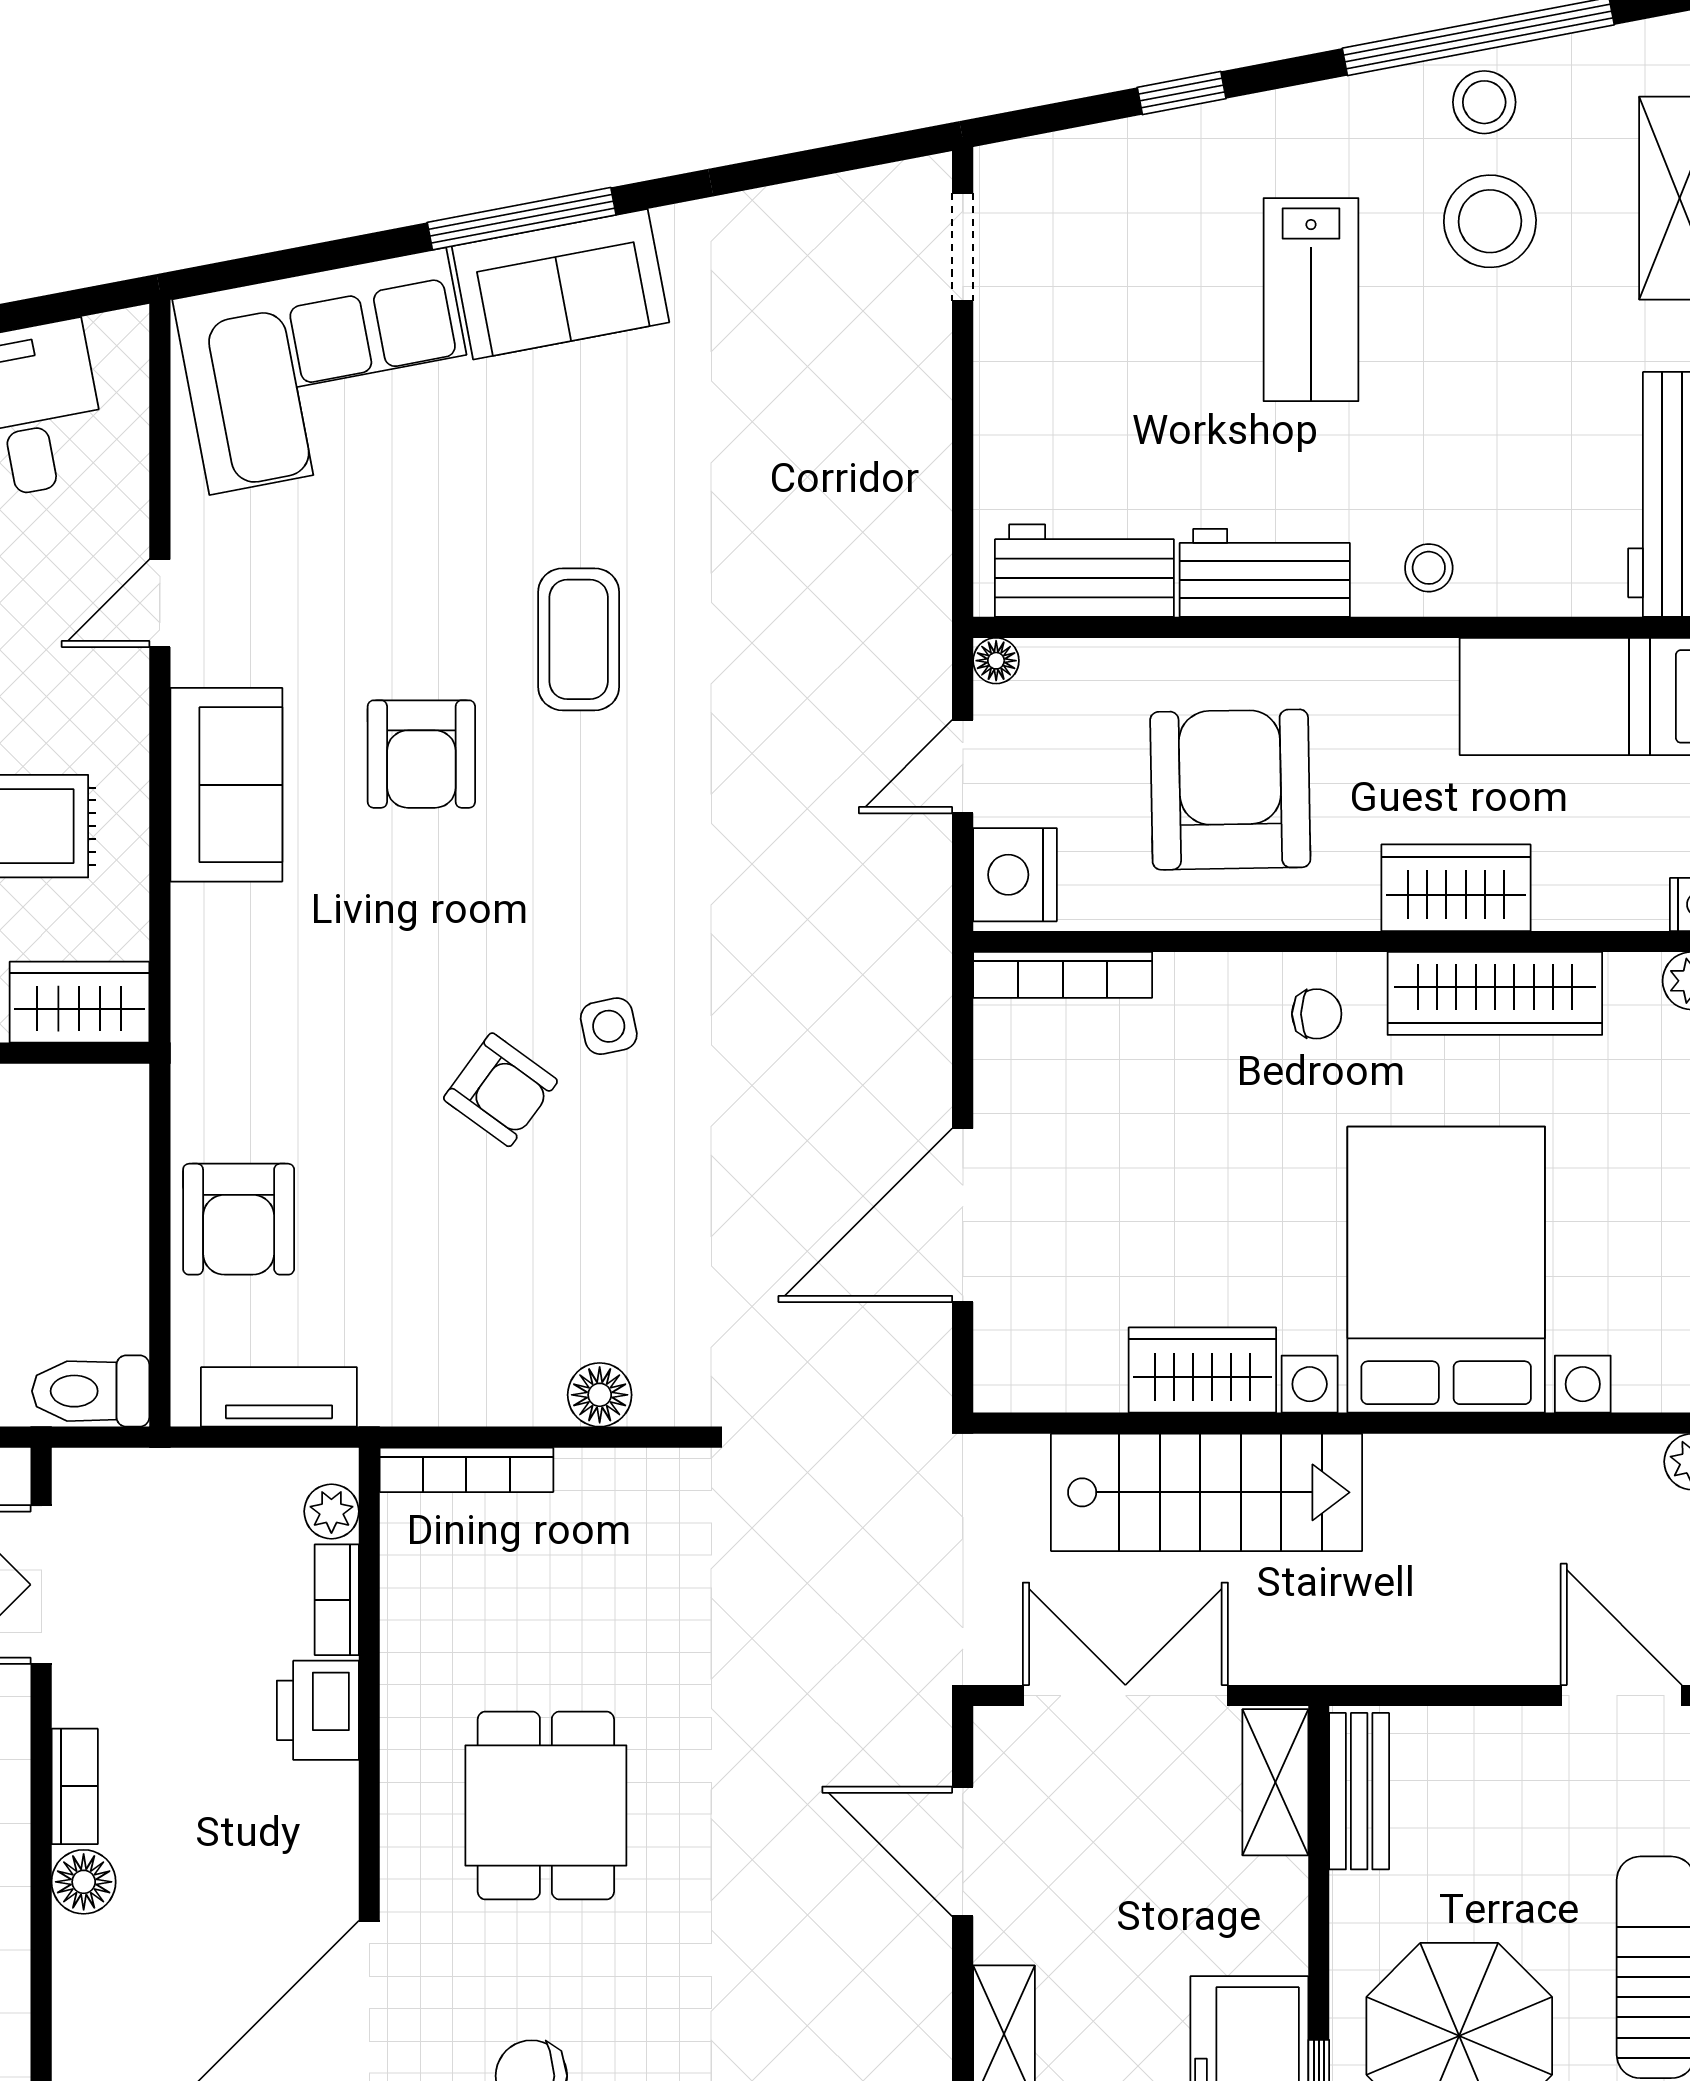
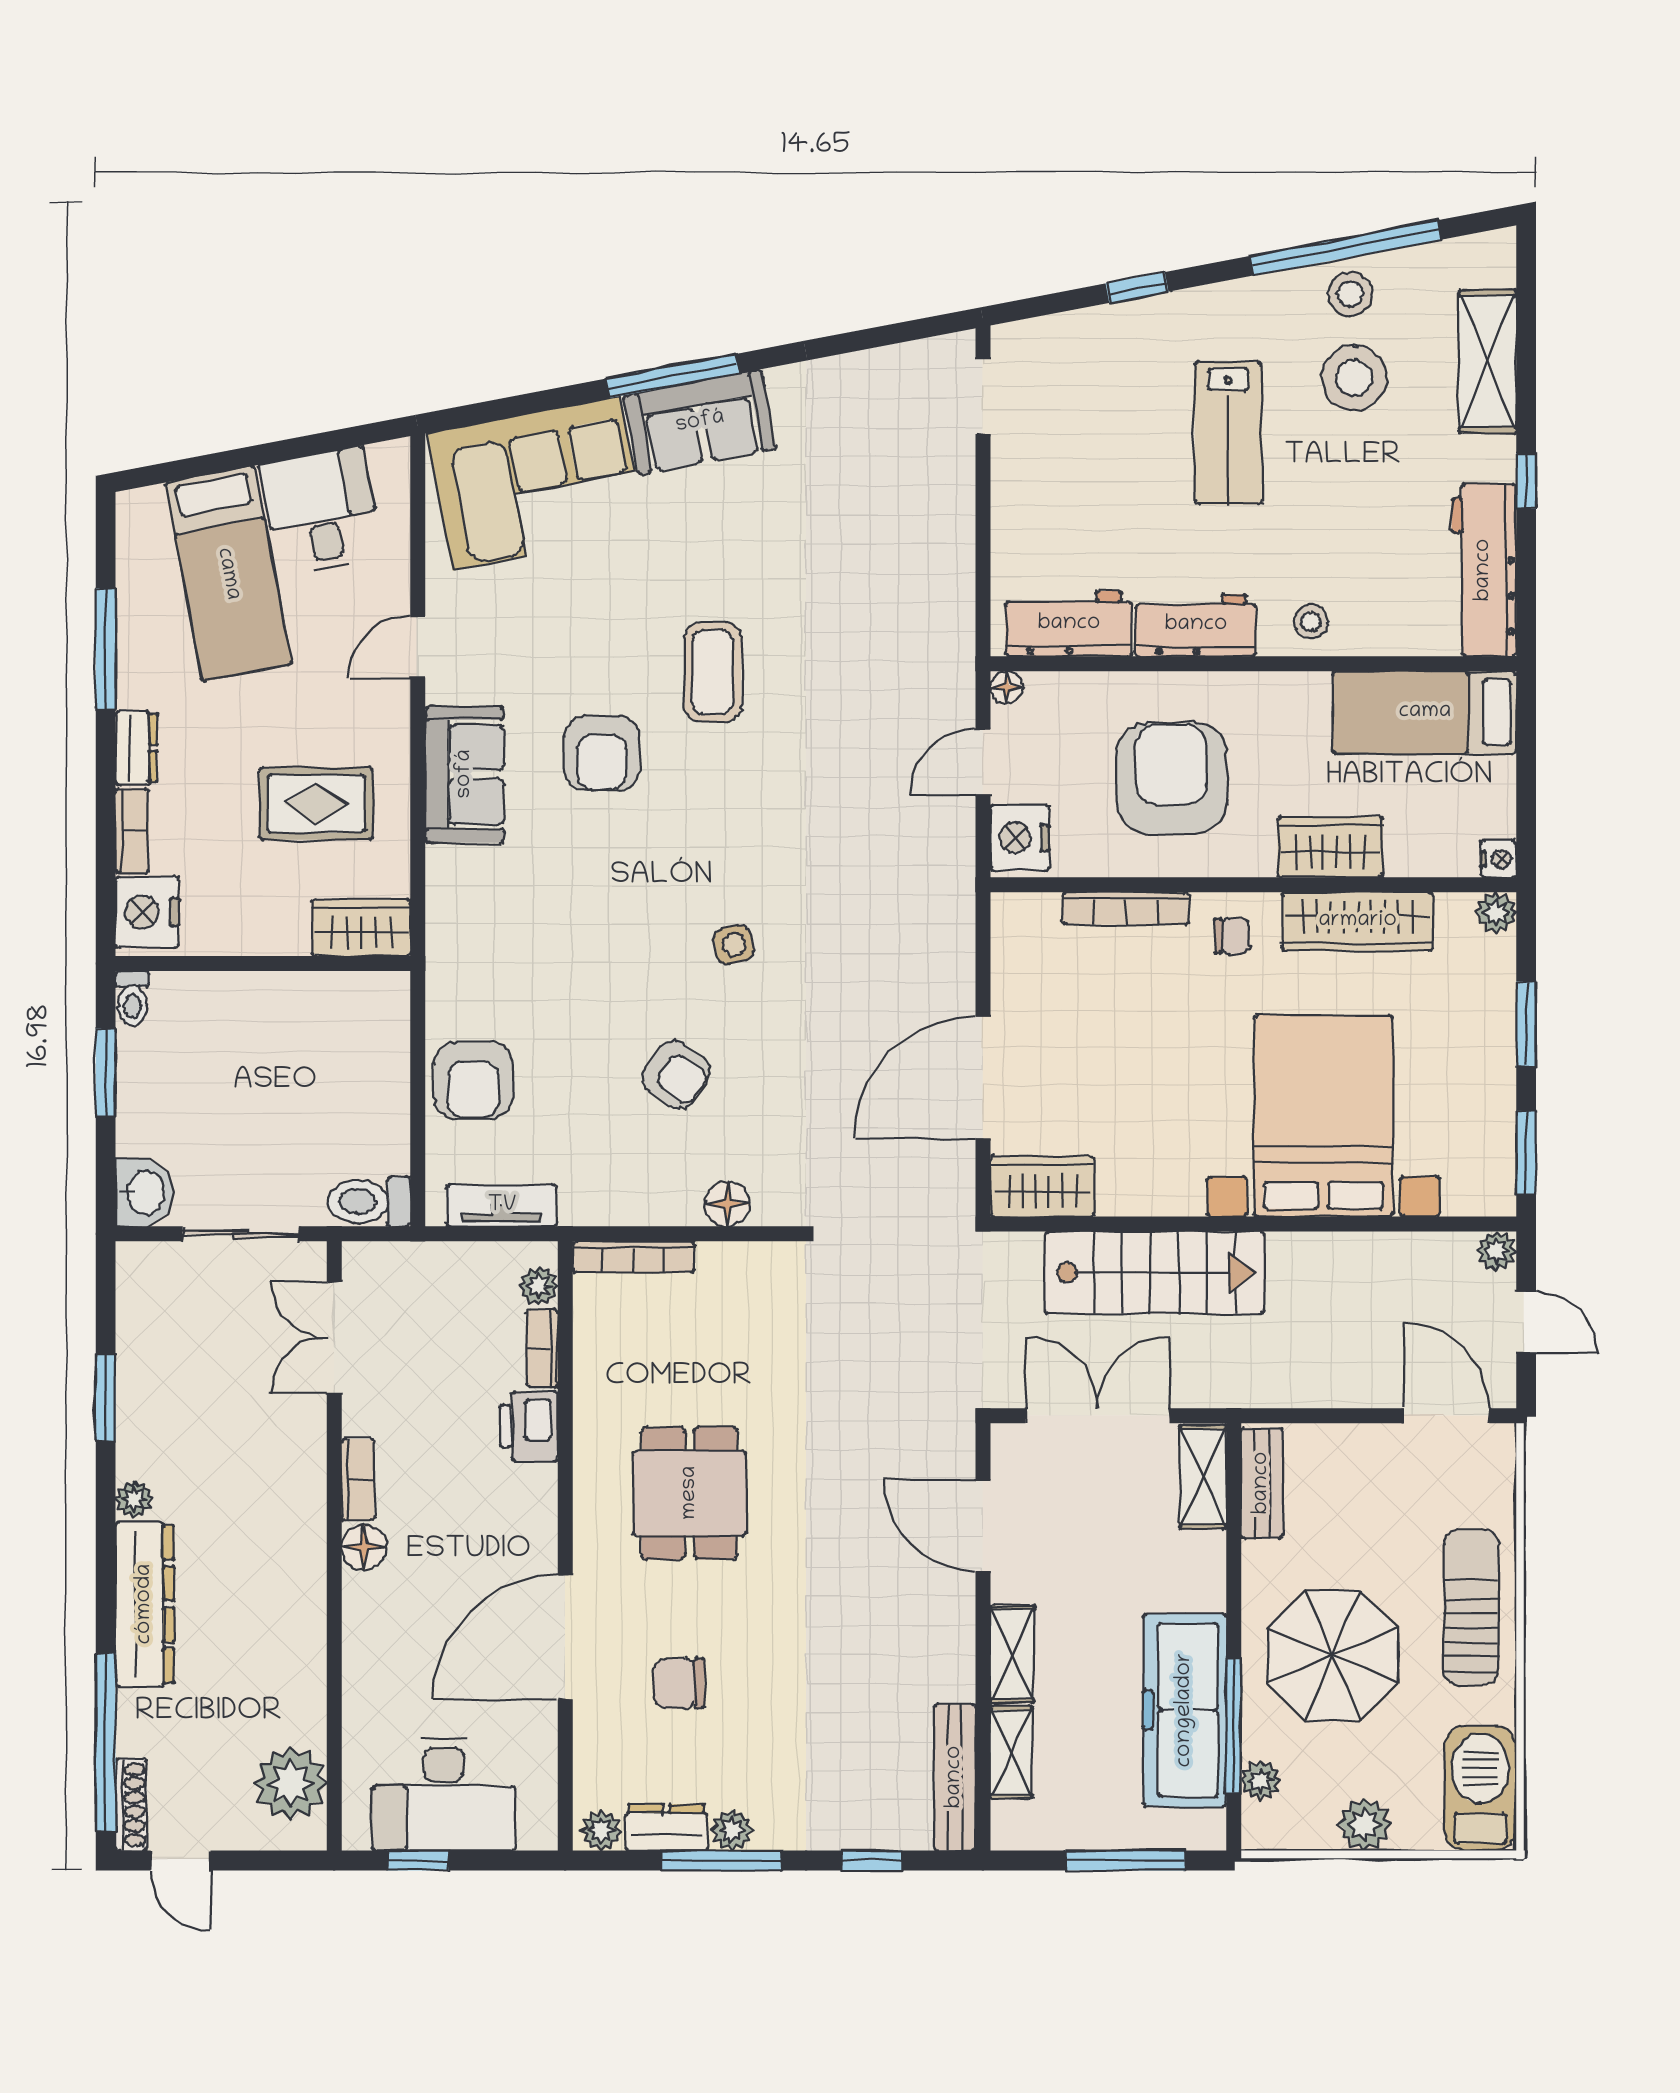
bookcase: (1063, 975) -> (1126, 908), moved
armchair: (500, 1090) -> (676, 1075), moved
wardrobe: (1202, 1370) -> (1042, 1187), moved

